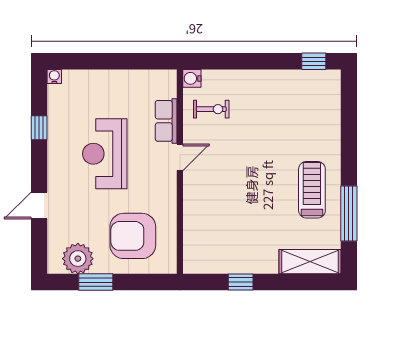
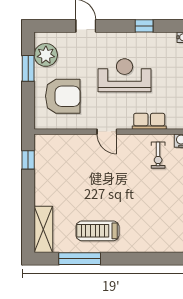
door: (180, 157) -> (107, 132), moved
treadmill: (312, 190) -> (97, 231), turned 180
armchair: (133, 236) -> (63, 96), turned 90
window: (241, 282) -> (28, 160), moved

